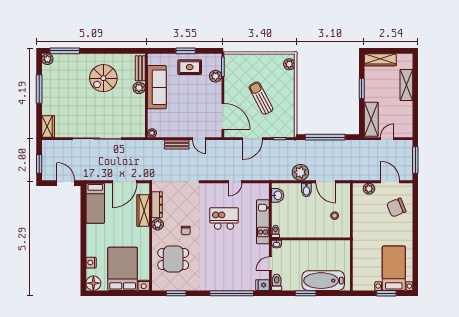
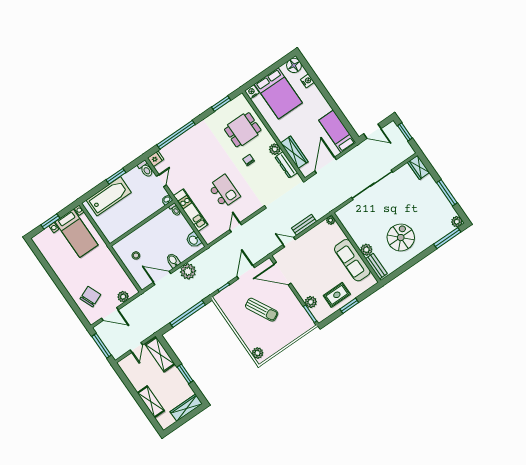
kitchen island: (224, 218) -> (224, 191), turned -90
bed with nightstands: (394, 268) -> (77, 233), moved

